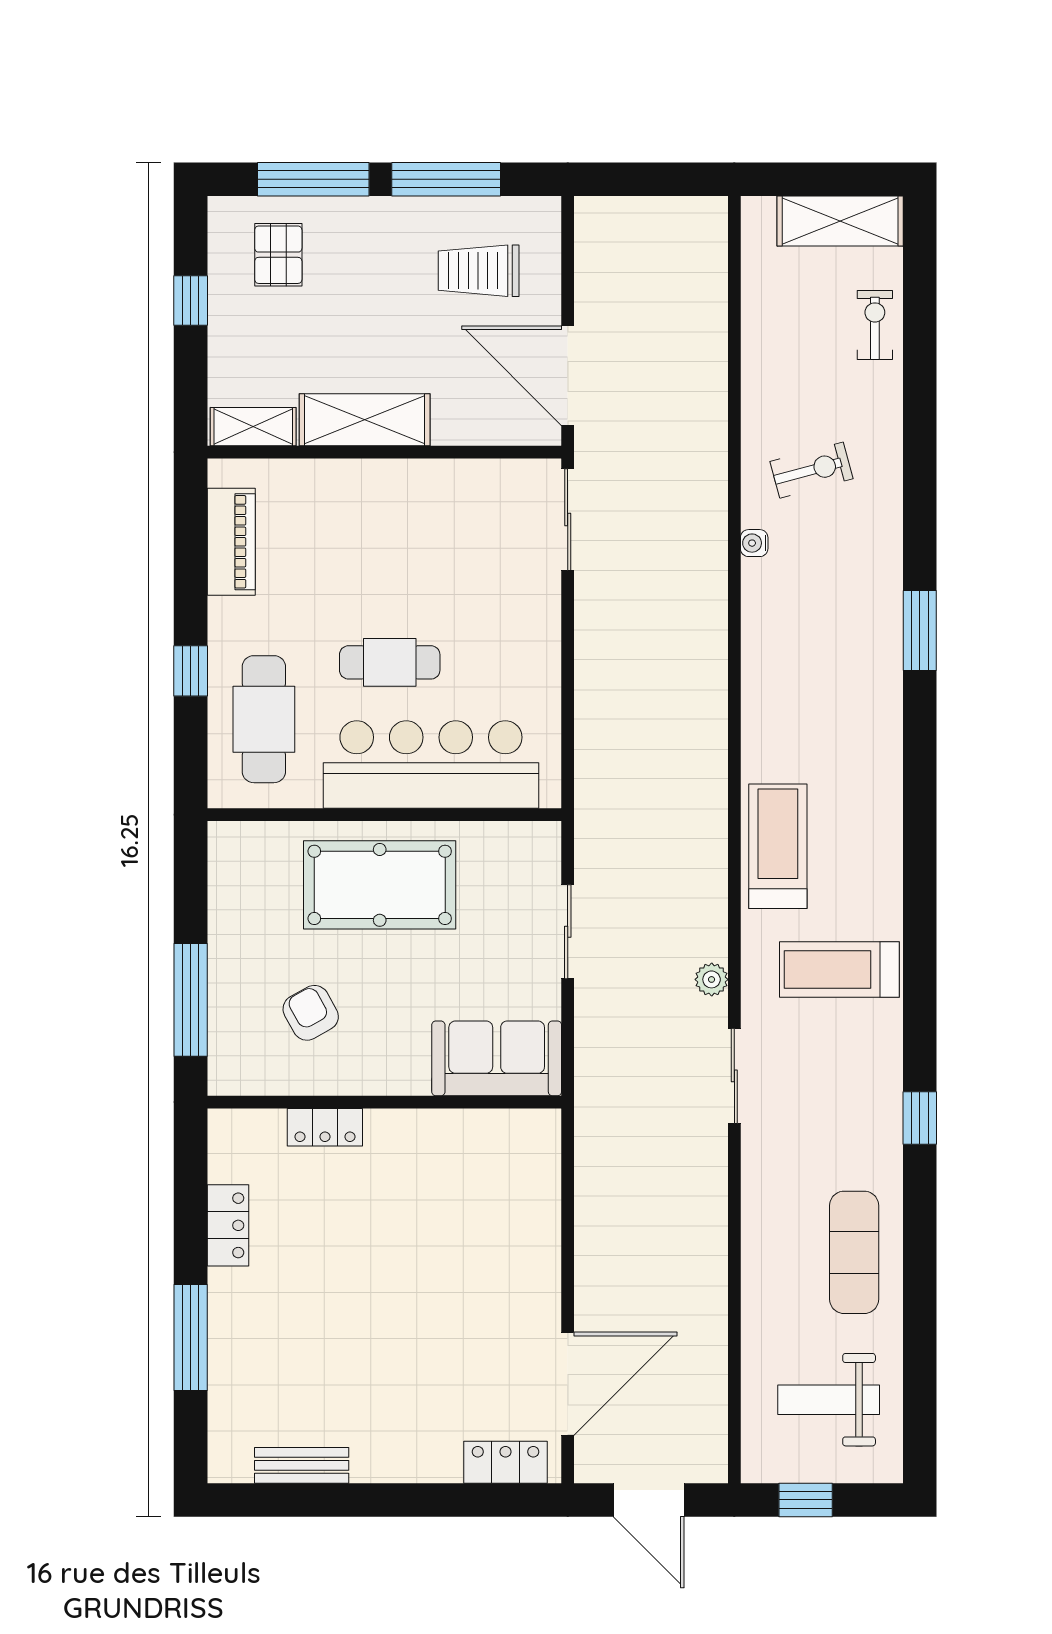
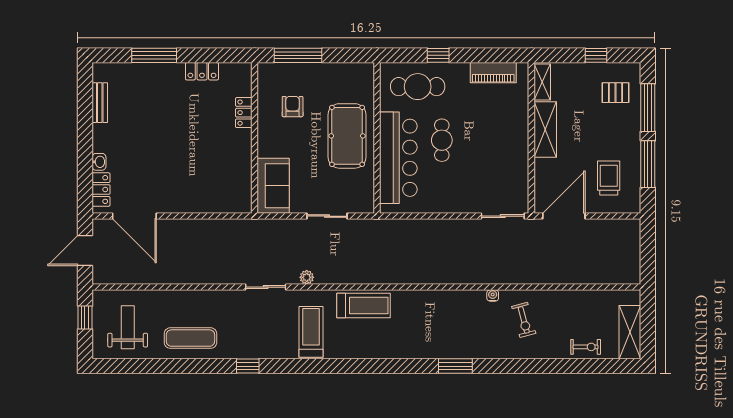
armchair: (311, 1013) -> (293, 107), turned -61
washbasin: (441, 1467) -> (99, 162), added

